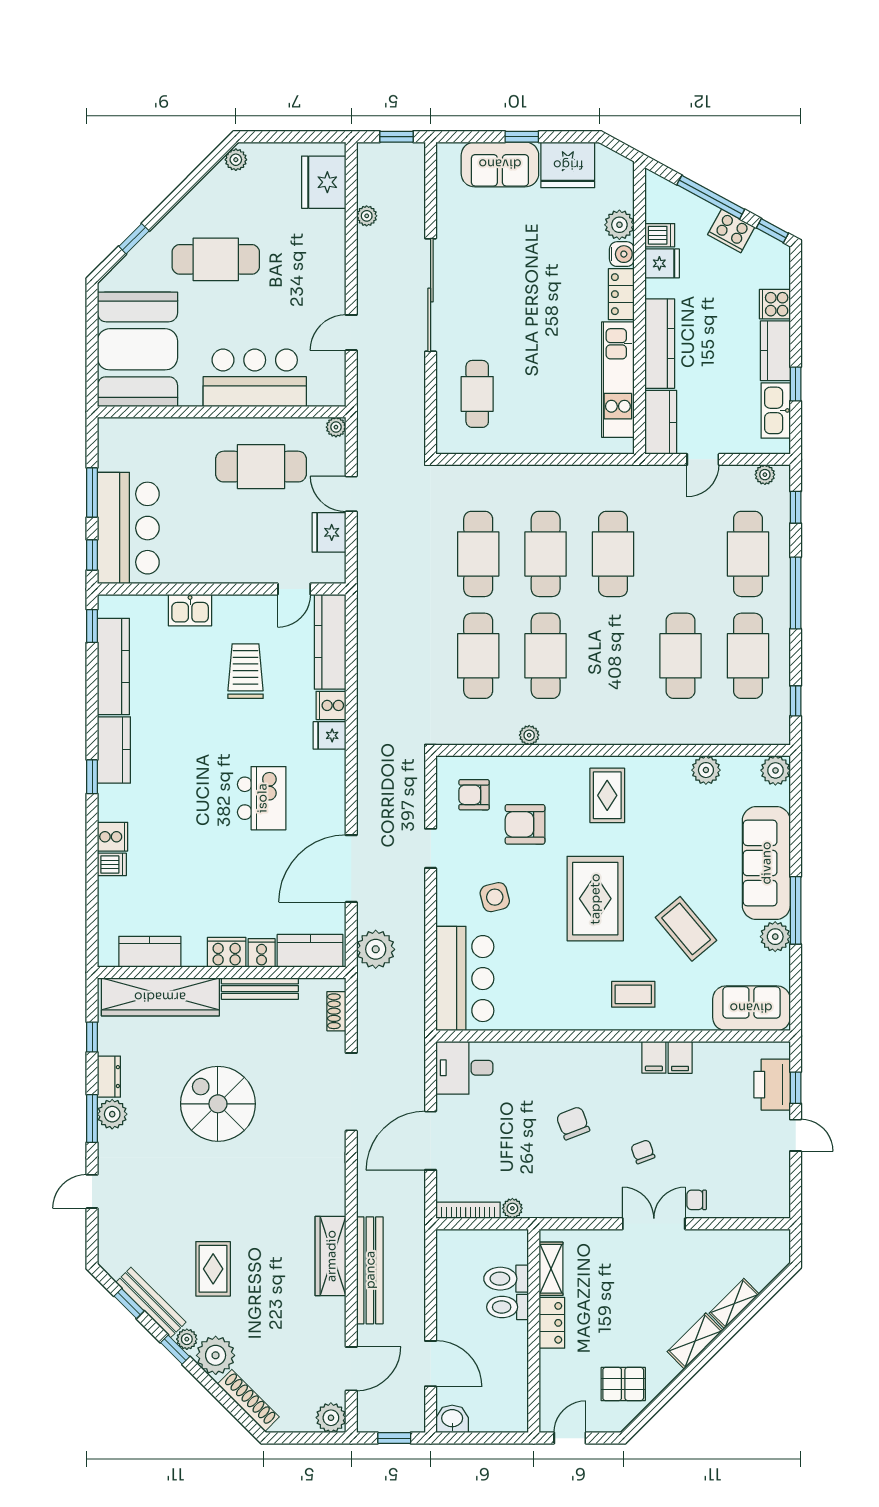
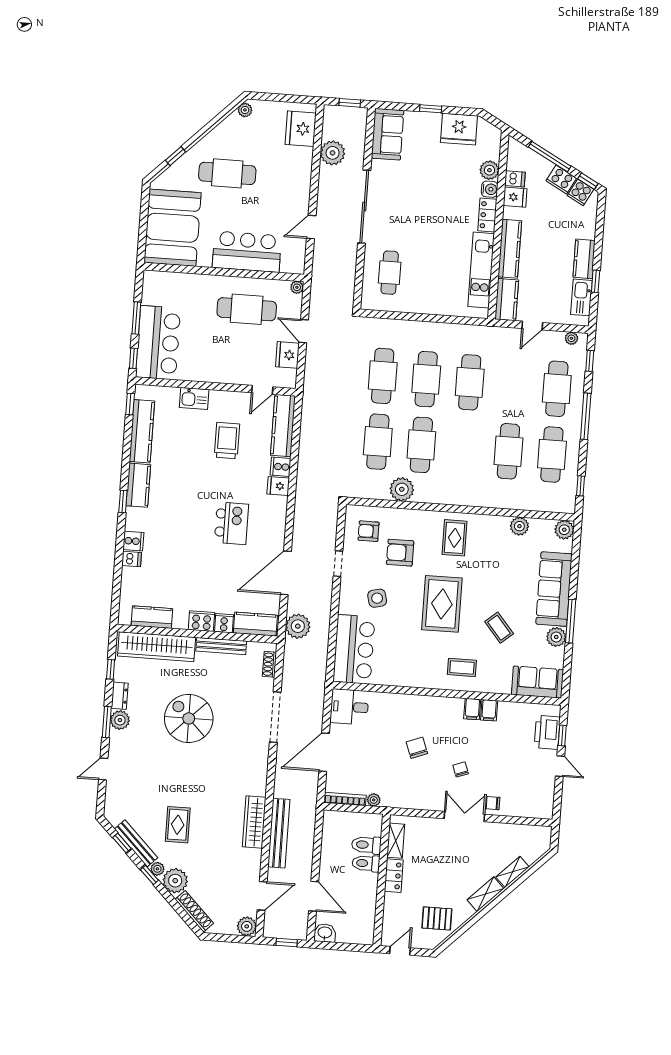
sofa: (500, 164) -> (388, 134), moved, turned -90
plant: (367, 216) -> (333, 153), width x1.88, depth x1.88
cooker: (775, 304) -> (580, 192), moved, turned -61
plant: (529, 735) -> (402, 489), width x1.88, depth x1.88
coffee table: (686, 929) -> (499, 628), width x0.73, depth x0.77

